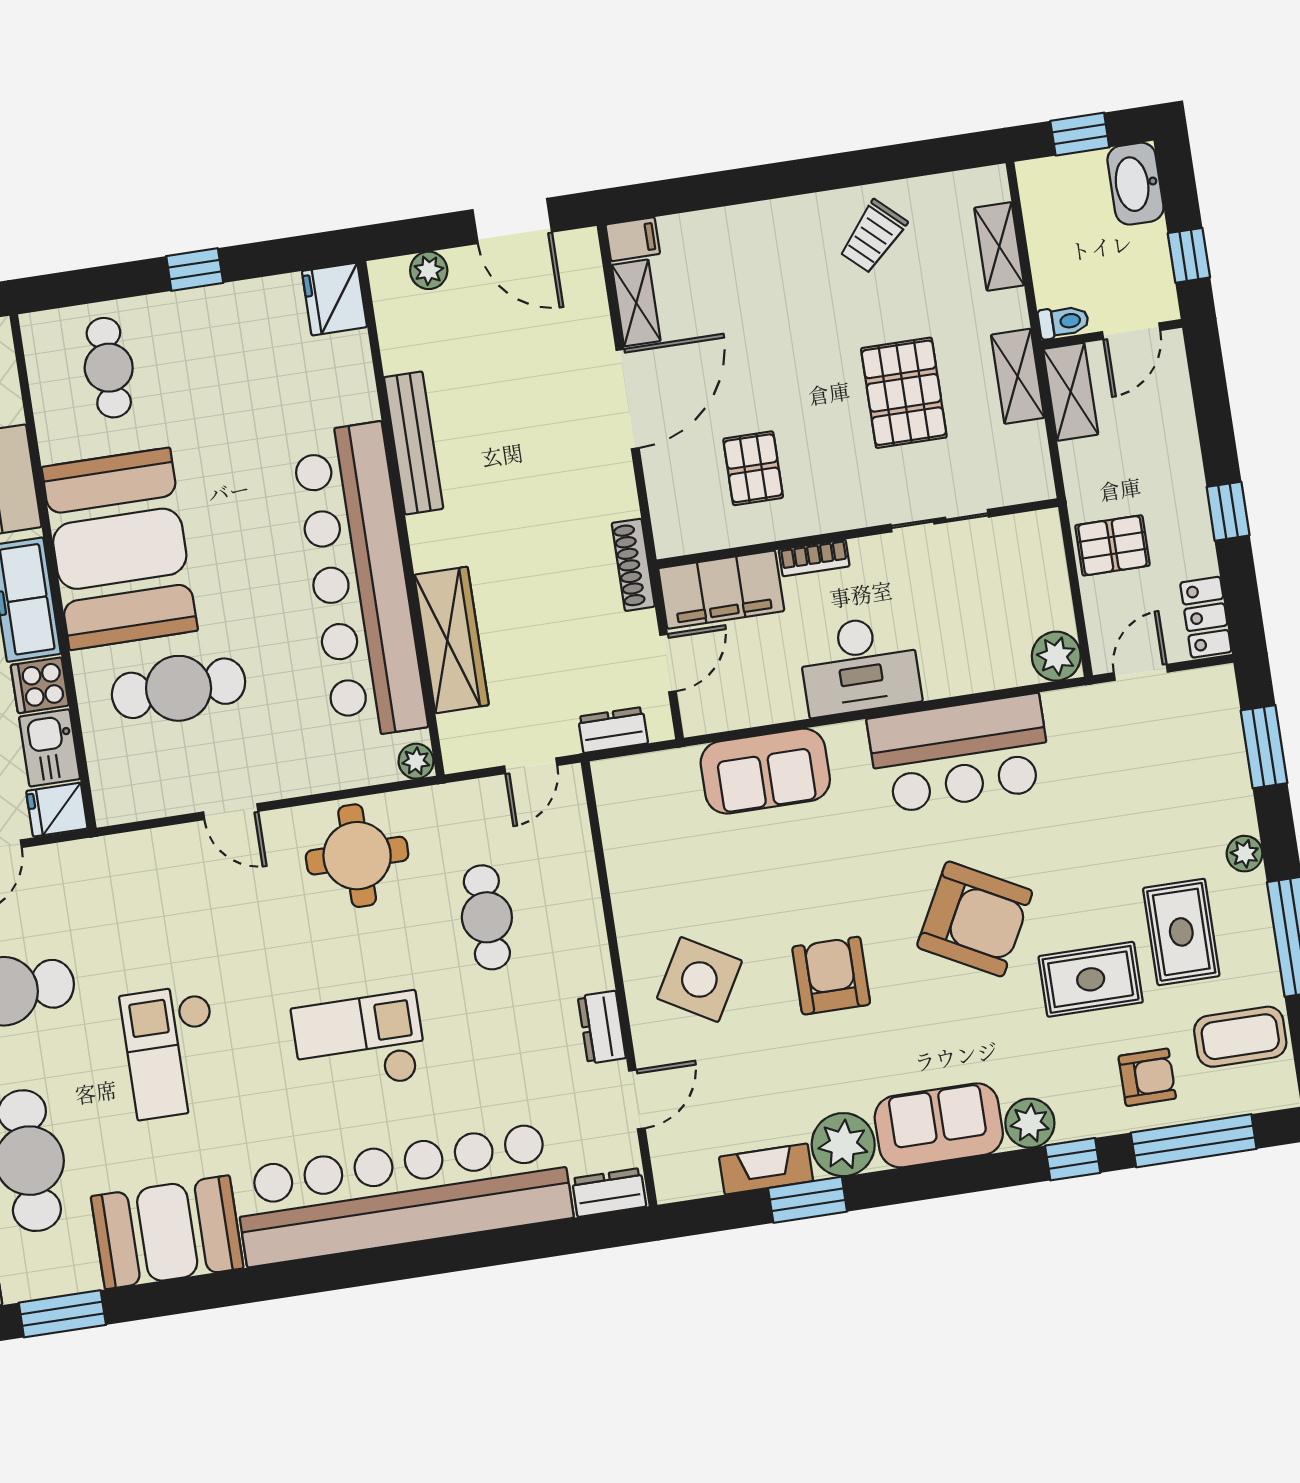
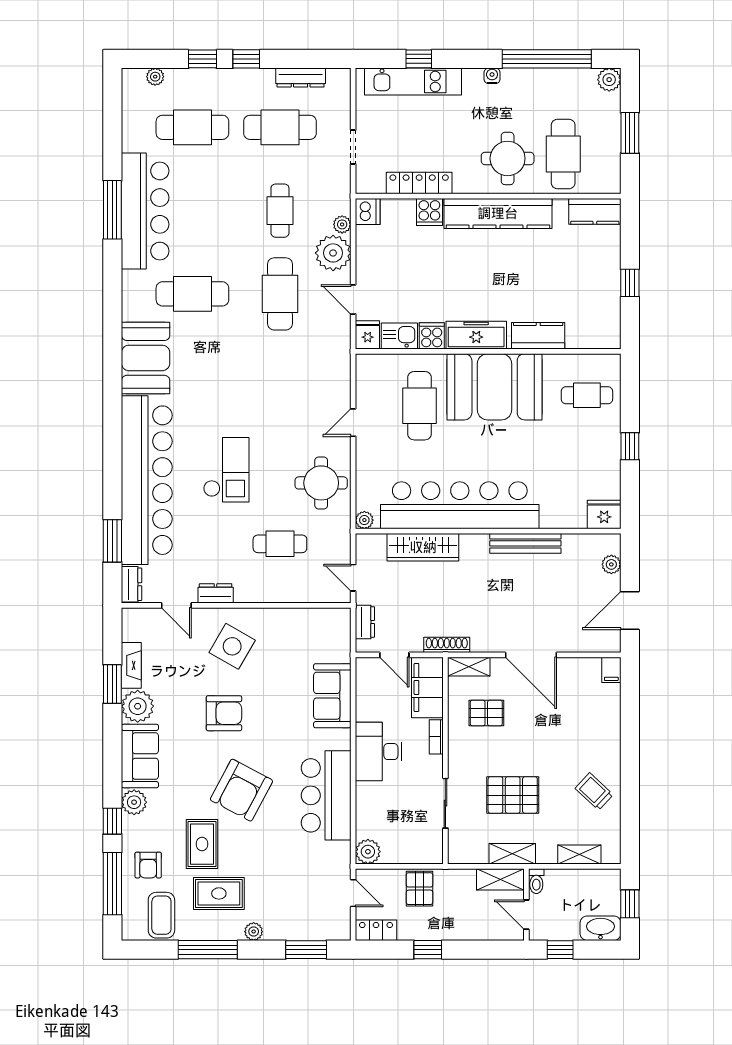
shelving: (636, 303) -> (469, 667), moved
checkout: (172, 1052) -> (236, 374), removed
window: (62, 1314) -> (112, 541), moved

